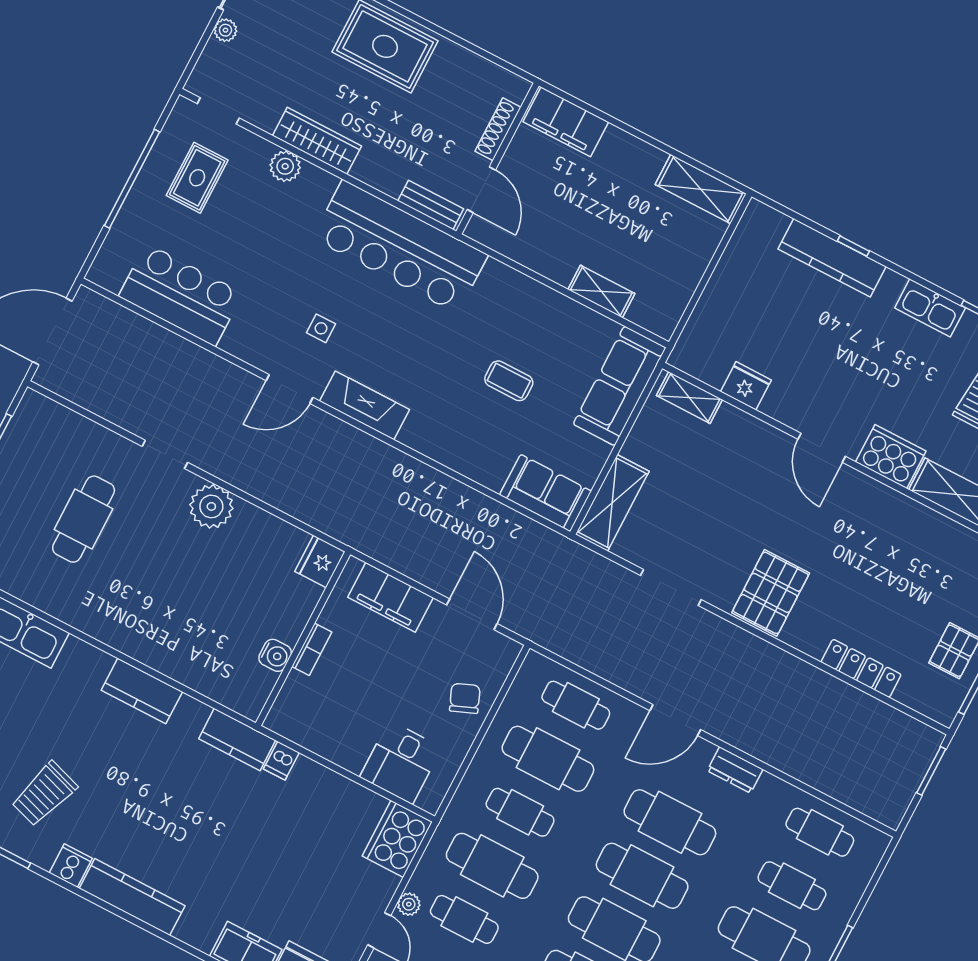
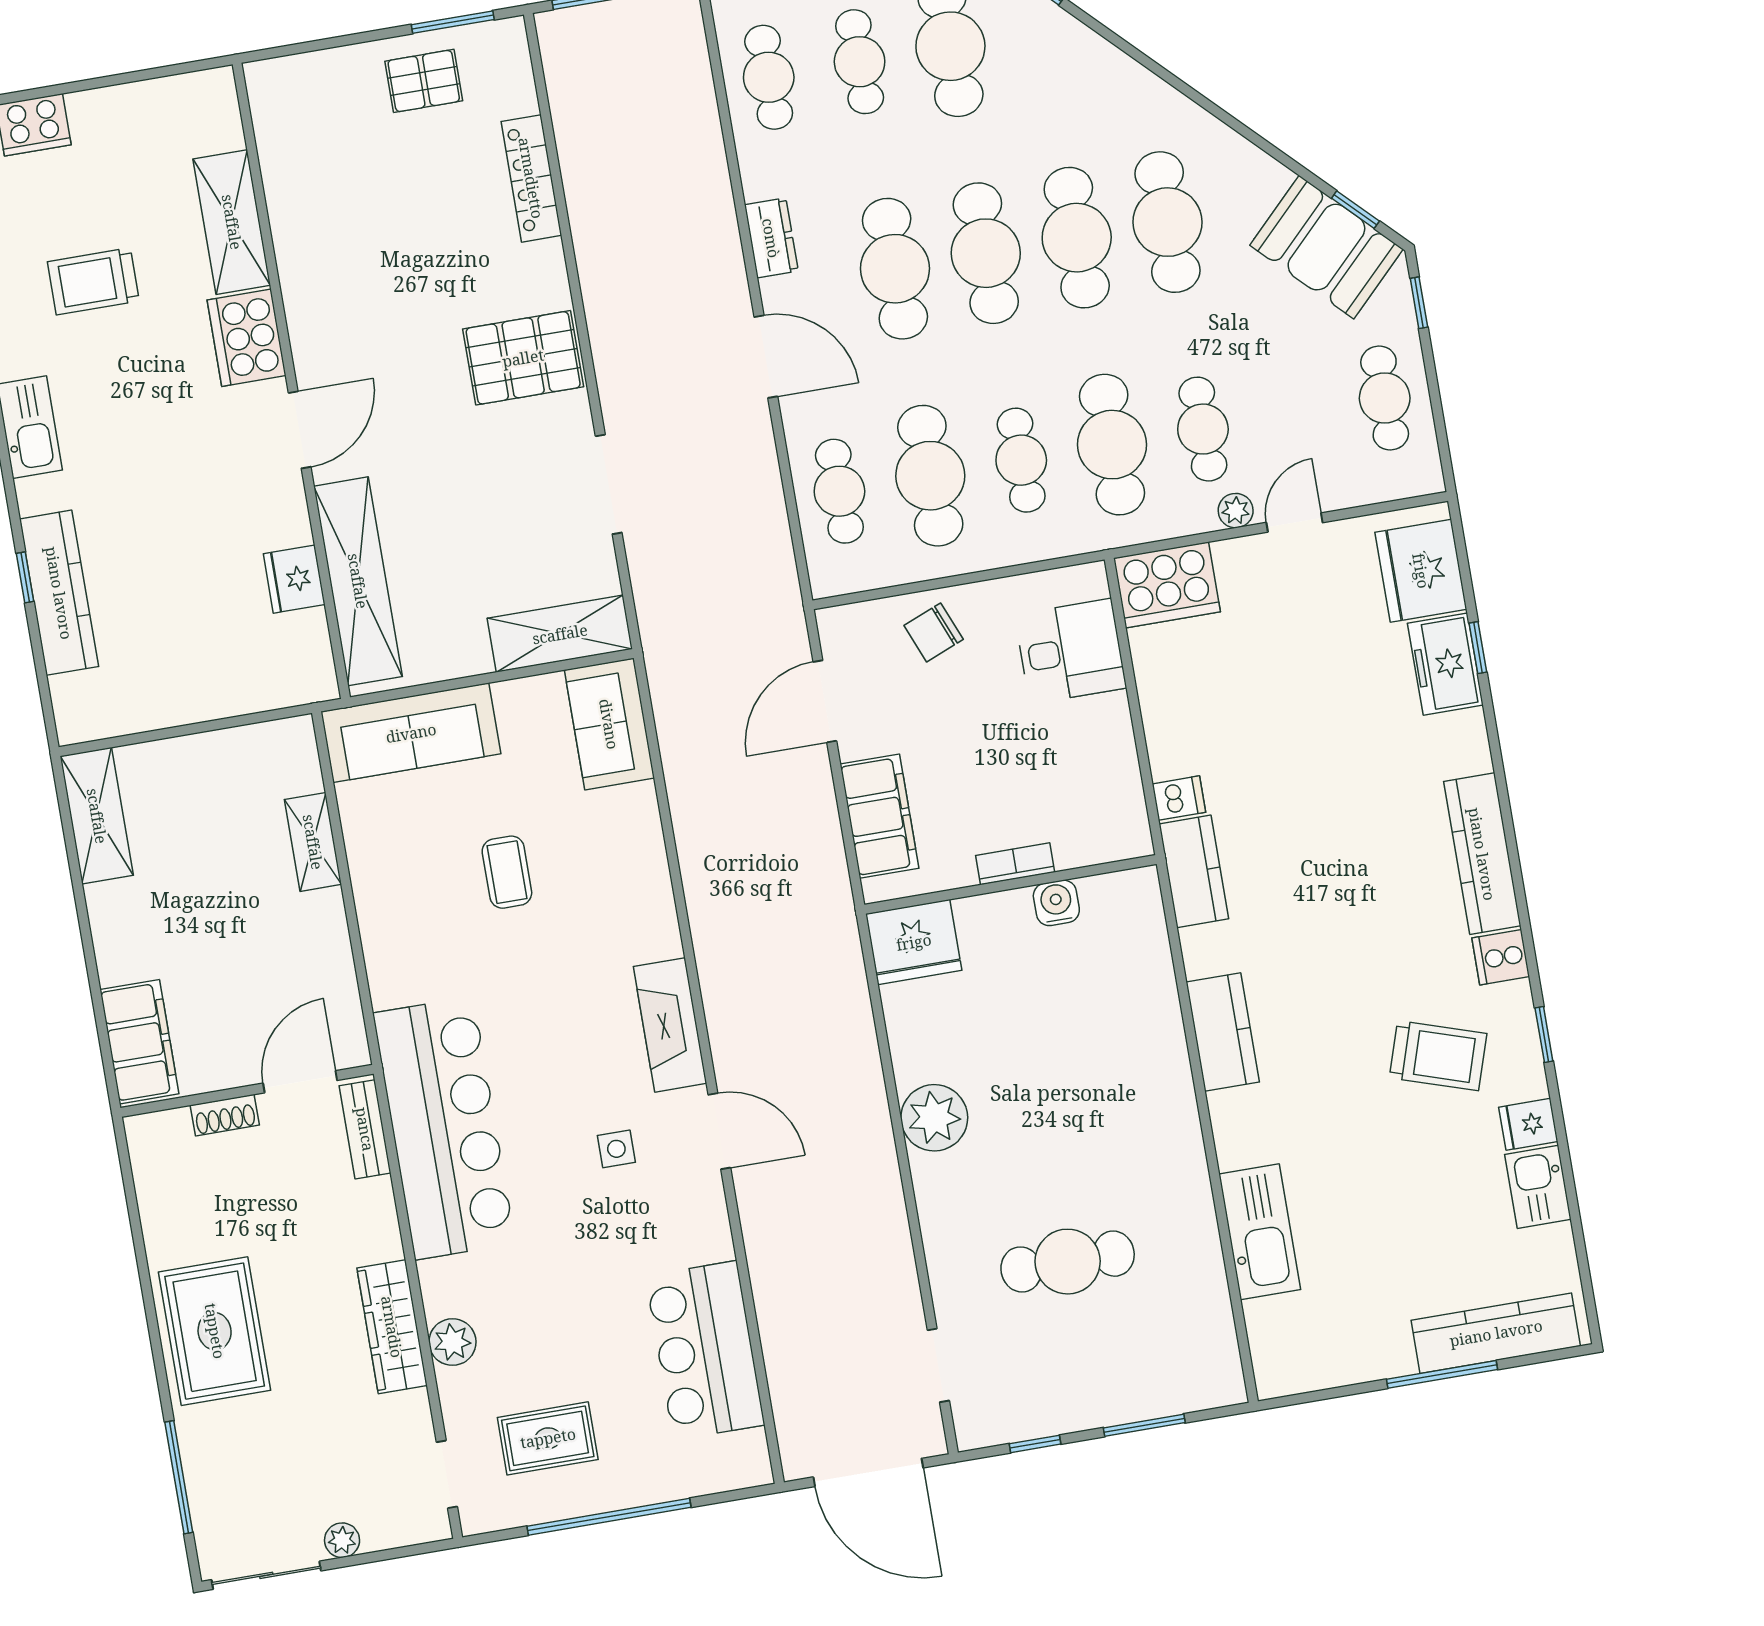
shoe rack: (498, 129) -> (225, 1115), width x0.70
shelving: (689, 398) -> (358, 581), width x2.20, depth x1.33
doorway: (165, 454) -> (938, 1365), moved
fridge: (320, 562) -> (914, 942), width x1.36, depth x1.34

